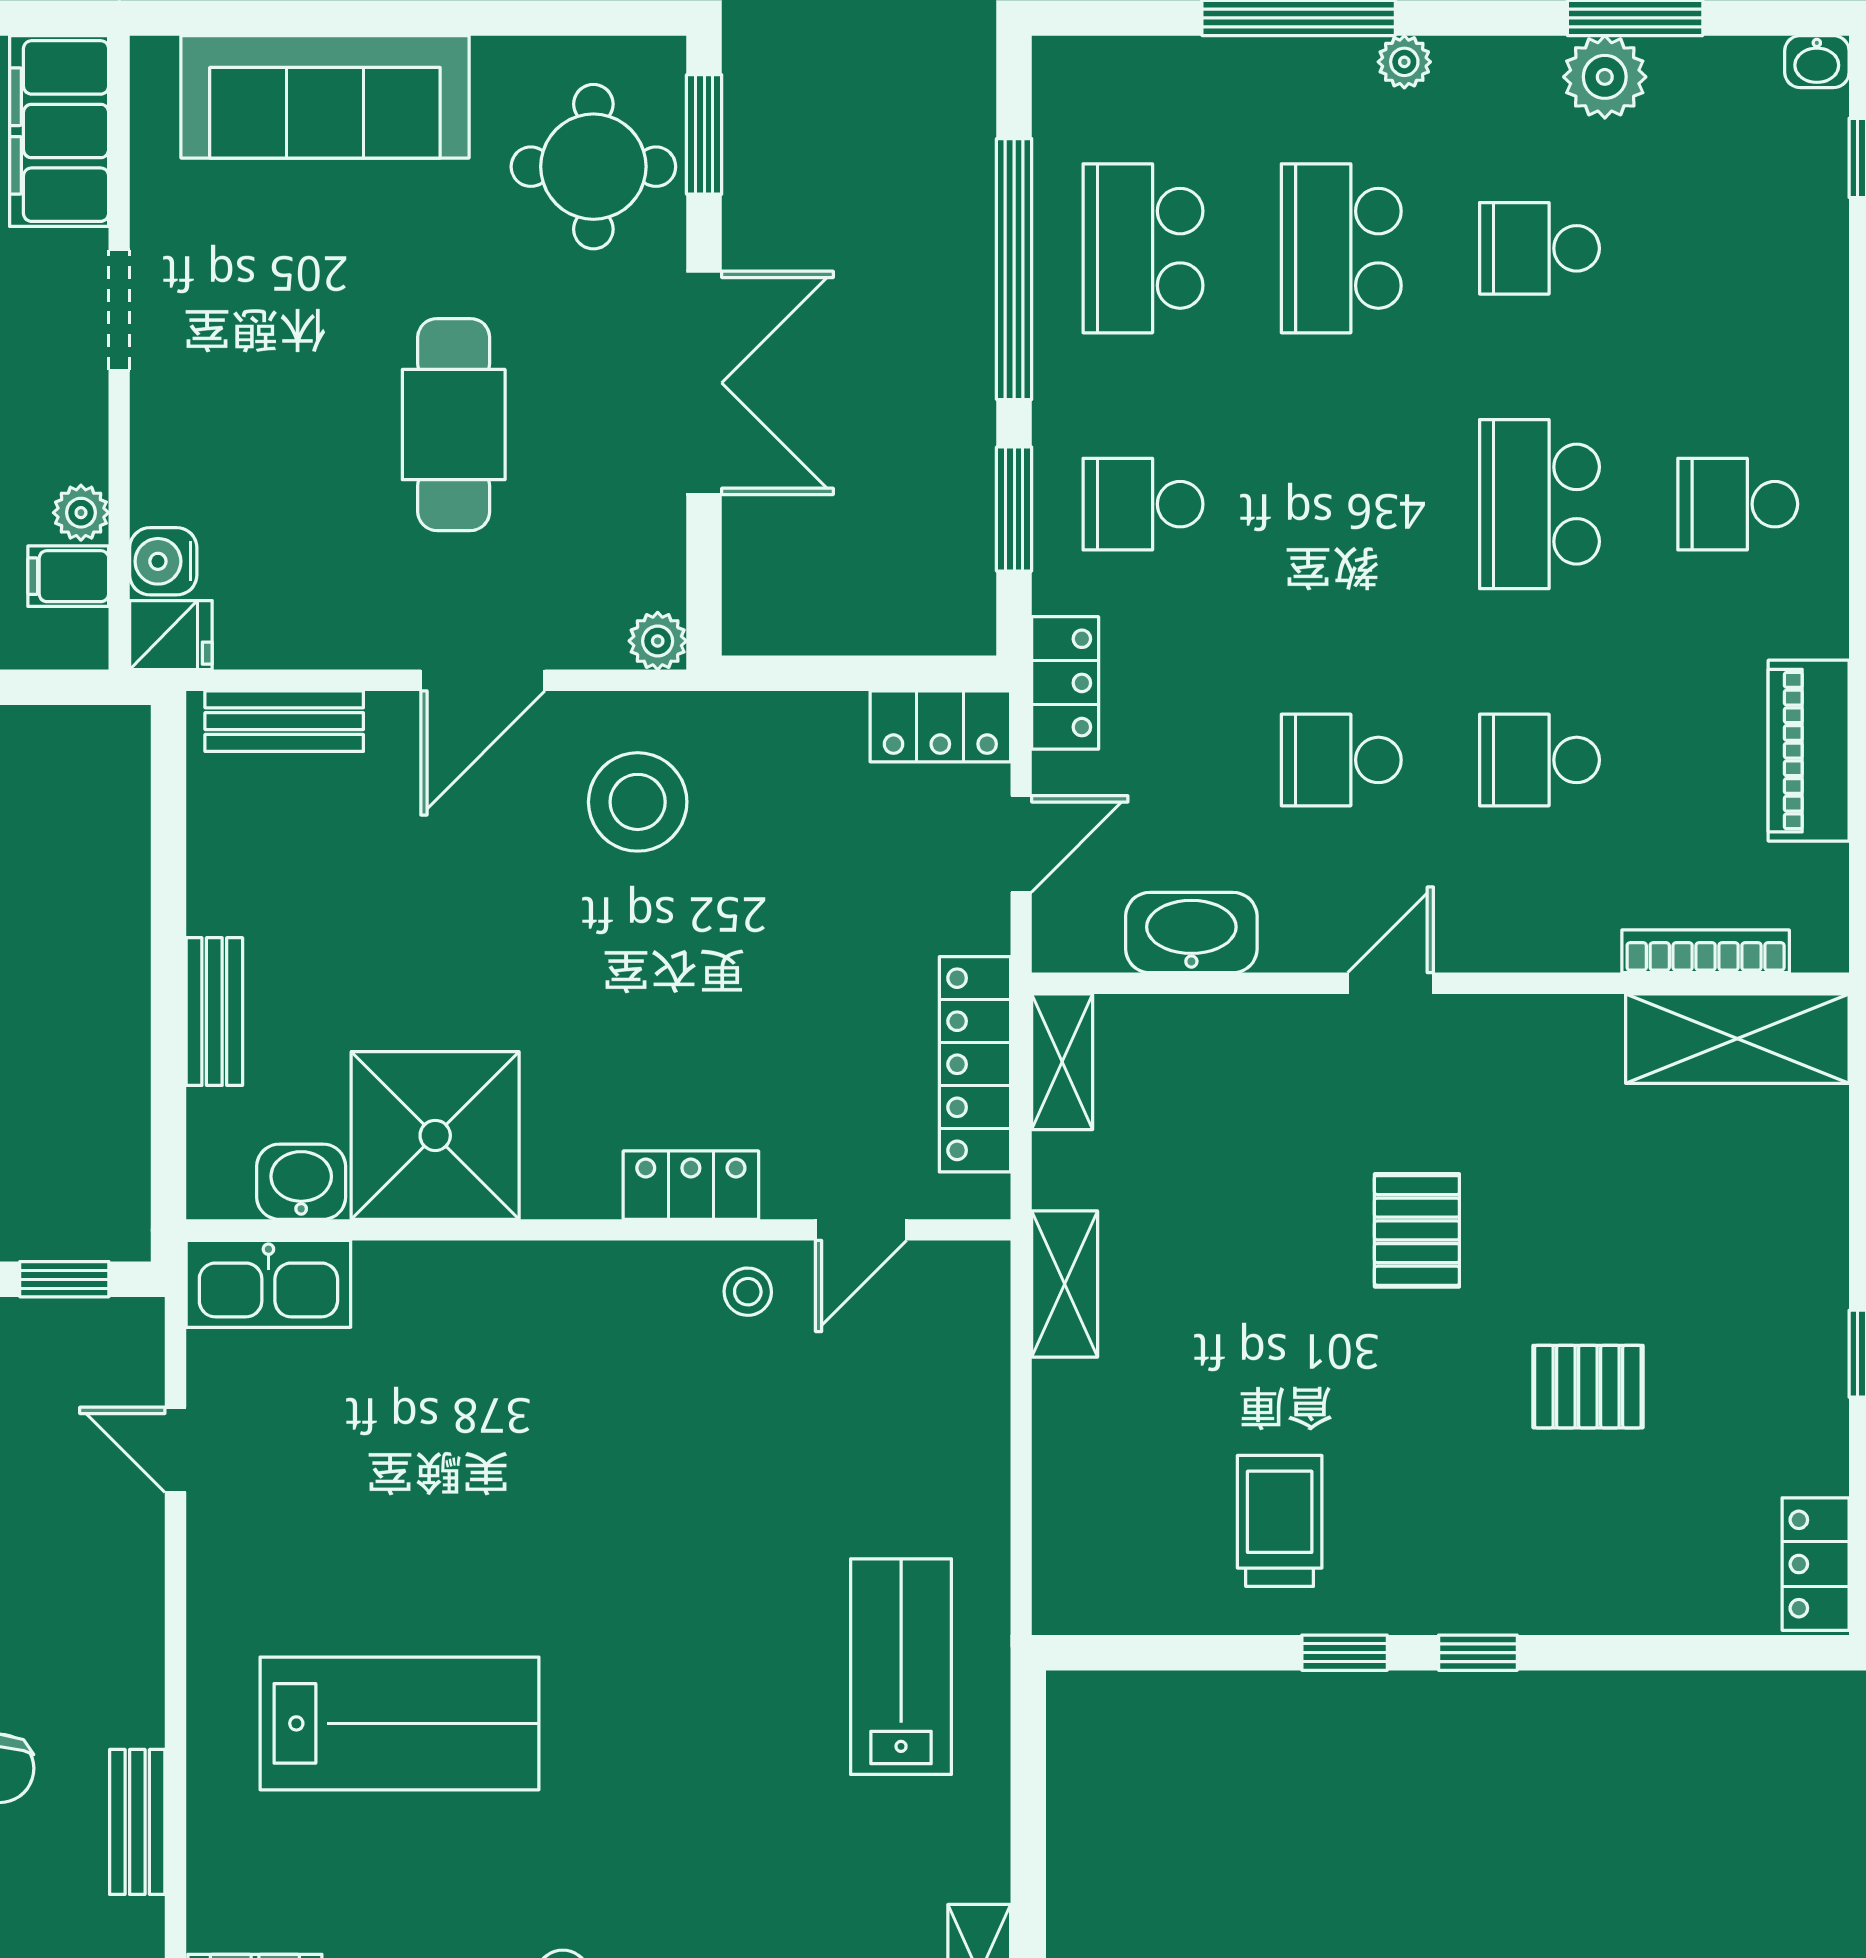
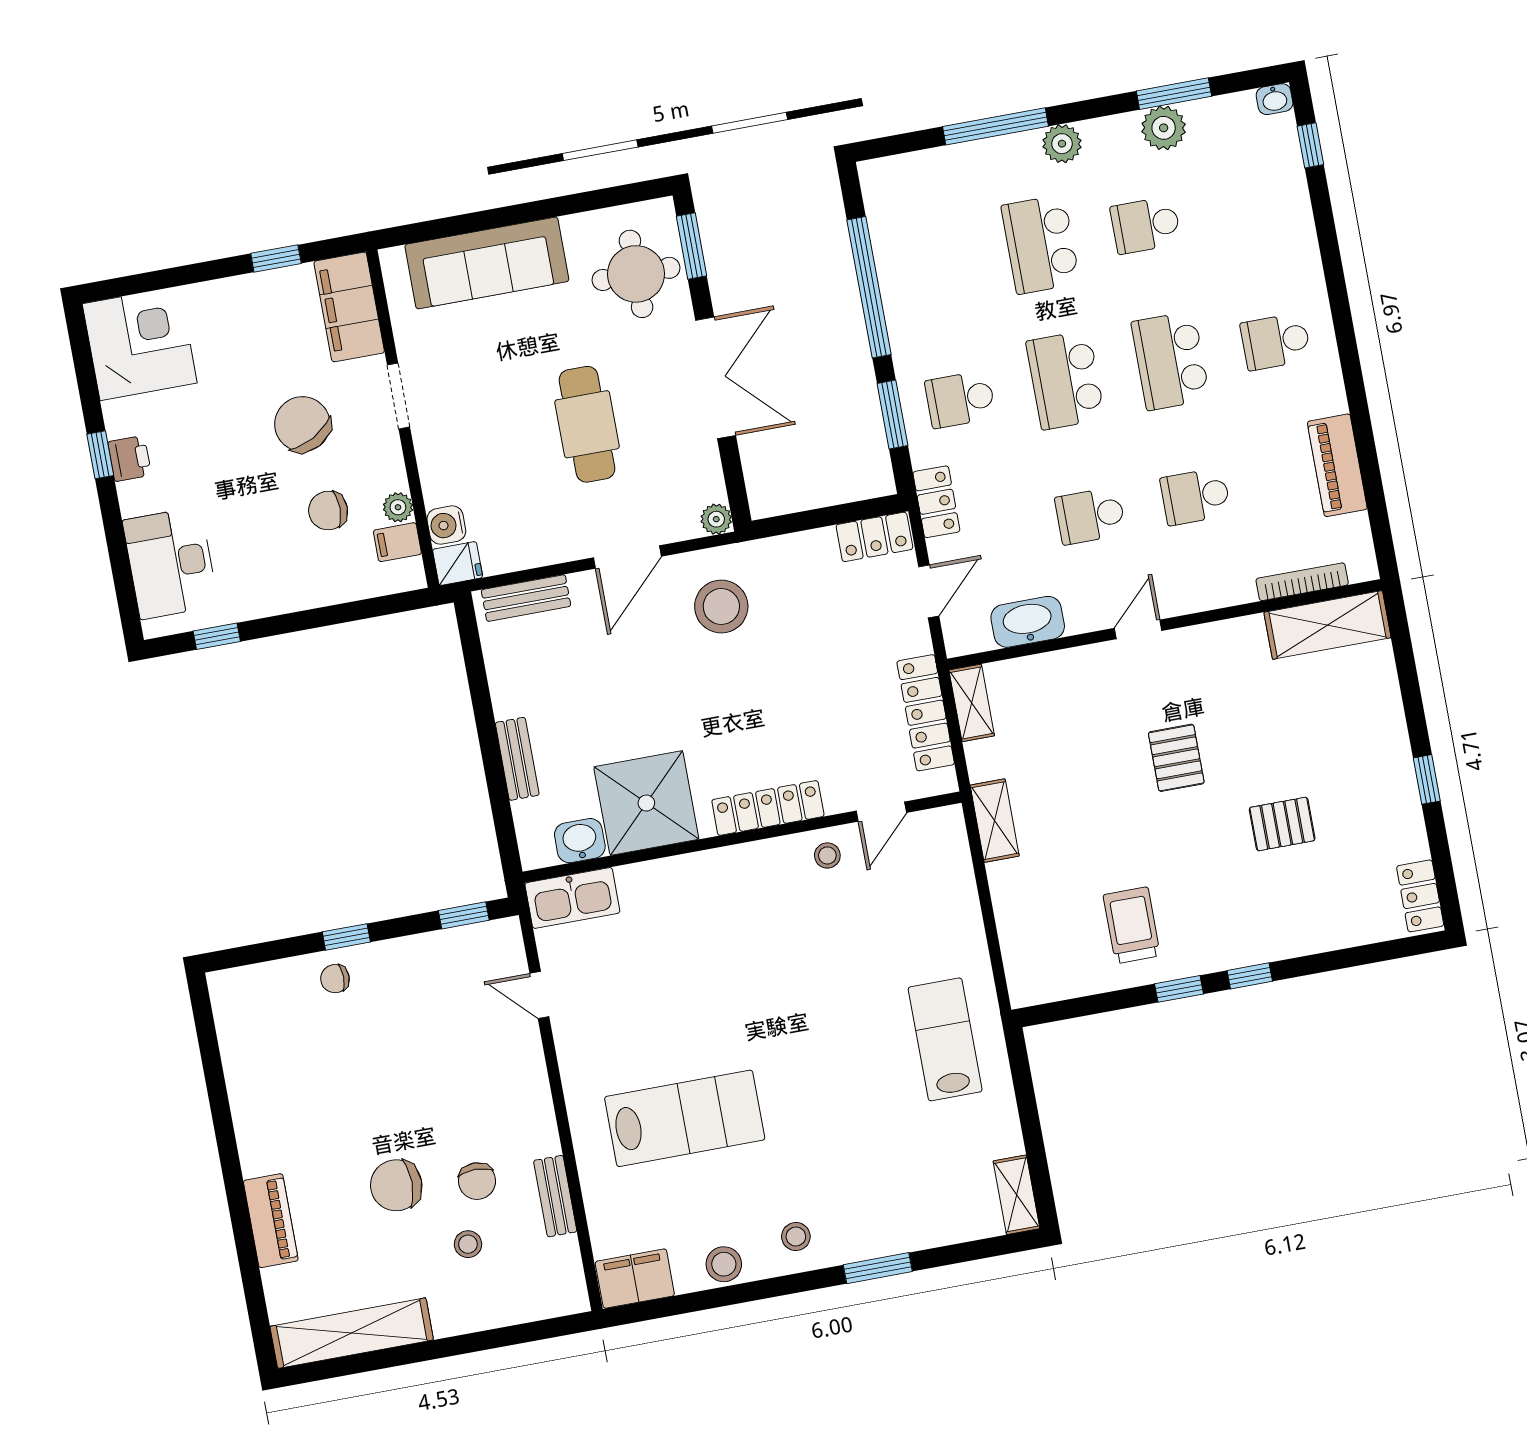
plant: (1404, 62) -> (1062, 144), width x1.38, depth x1.38
school desk: (1143, 248) -> (1065, 380), moved
locker: (691, 1185) -> (768, 808), width x1.53

